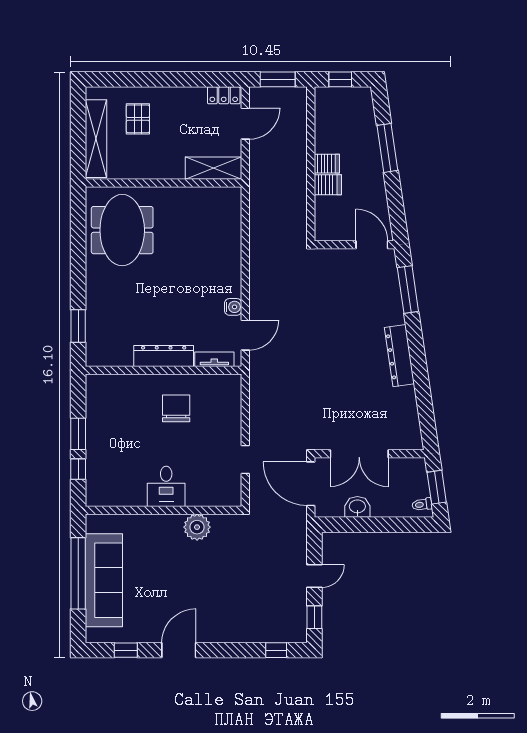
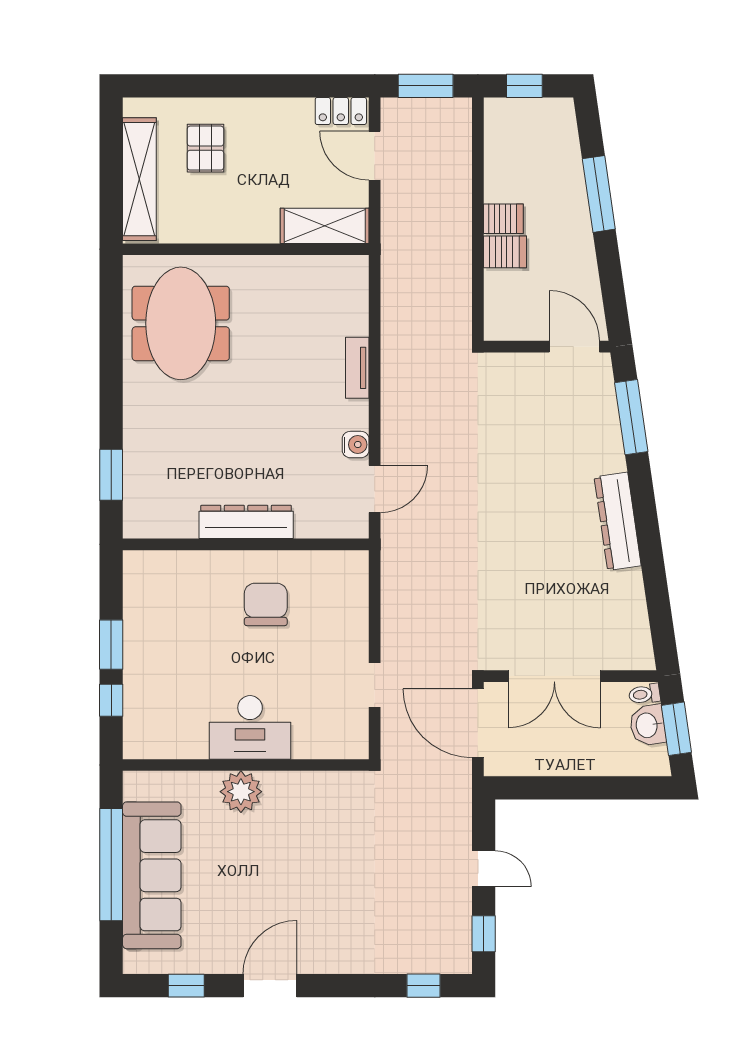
door: (245, 124) -> (375, 156), swing flipped
tv unit: (214, 359) -> (357, 368), moved, turned -90
desk: (166, 486) -> (250, 727), width x1.37
toilet: (422, 504) -> (644, 694), moved
washbasin: (357, 507) -> (648, 725), moved, turned -98
plant: (197, 527) -> (241, 792), moved
door: (314, 576) -> (484, 869), hinge flipped

